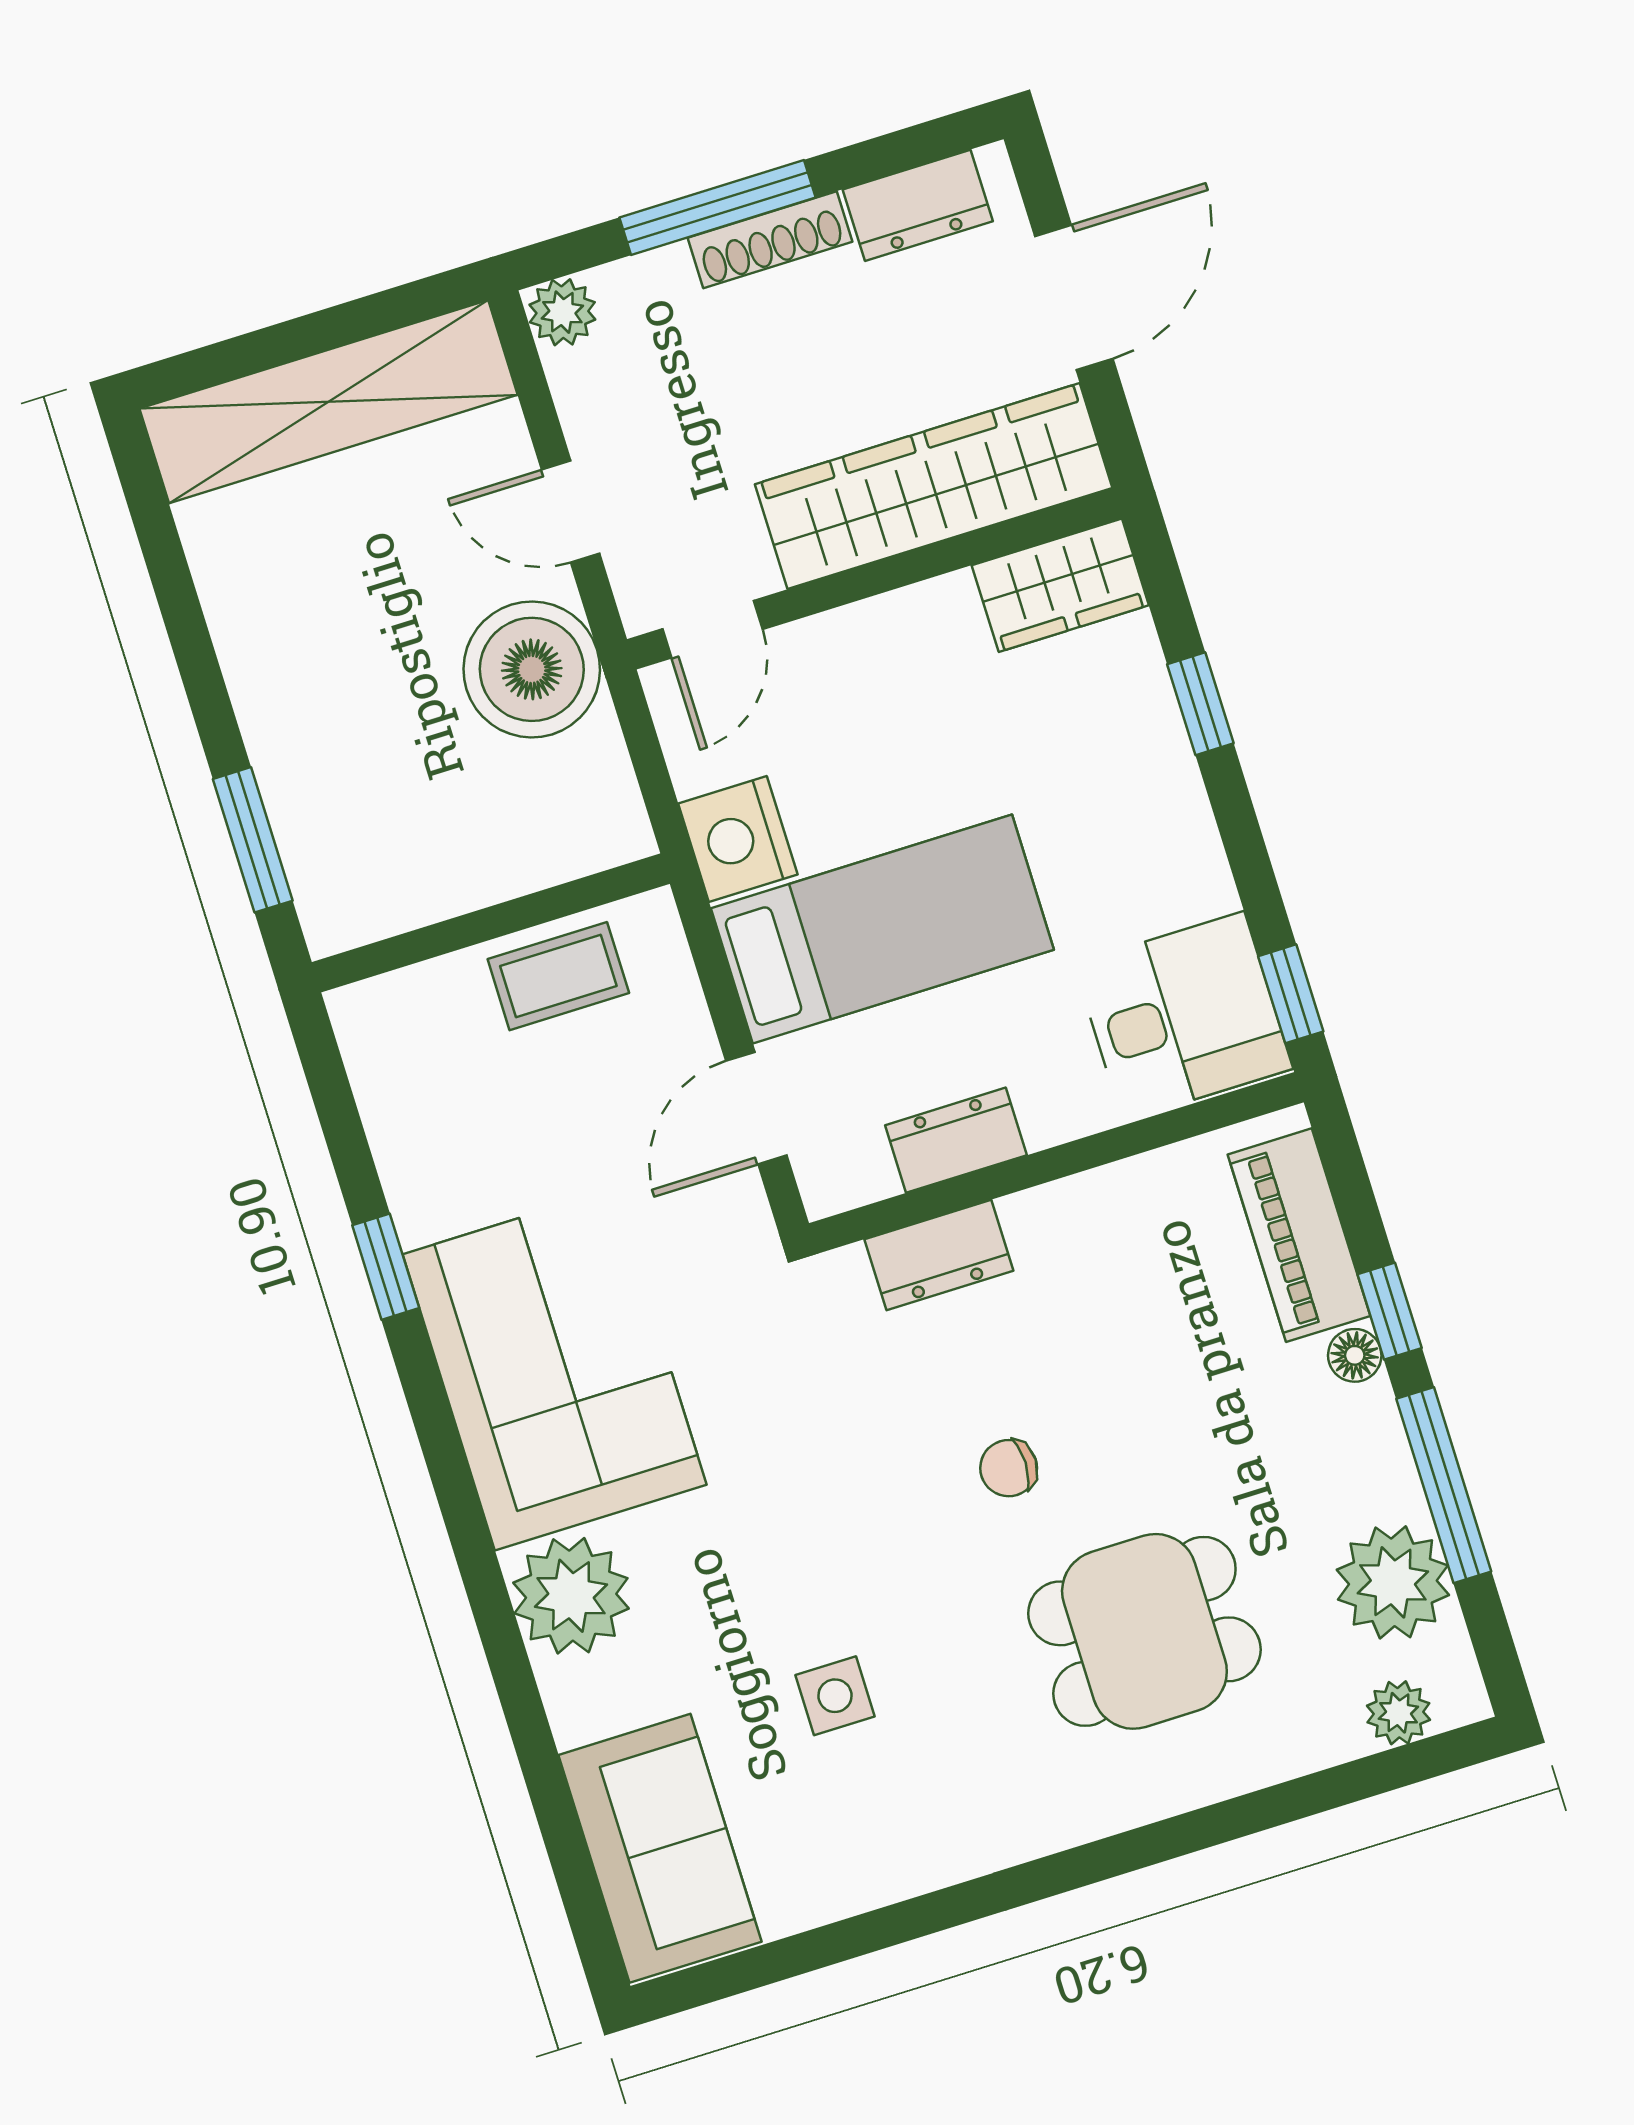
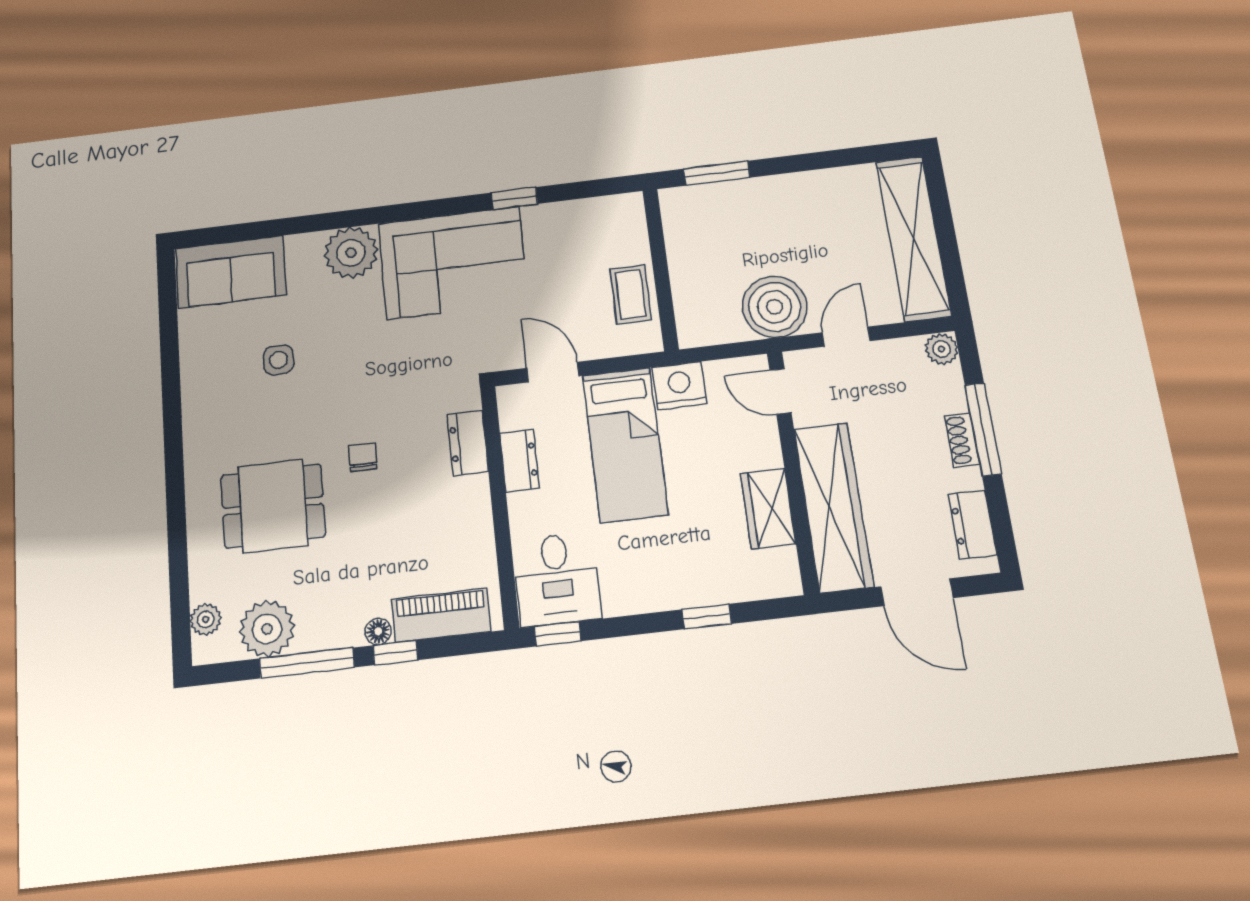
shoe rack: (770, 240) -> (962, 440), width x0.70
wardrobe: (1060, 585) -> (768, 508), moved
dining table: (1144, 1631) -> (273, 506), turned 90

